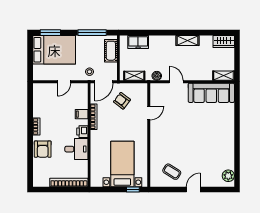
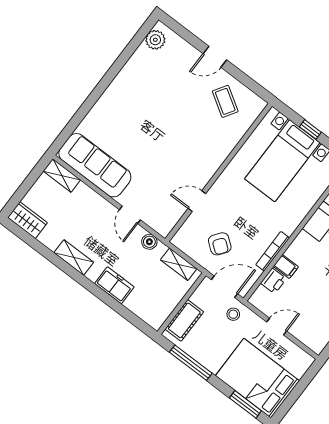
freezer: (138, 42) -> (114, 285), moved
printer: (82, 132) -> (273, 281), moved
window: (133, 189) -> (310, 129), moved

